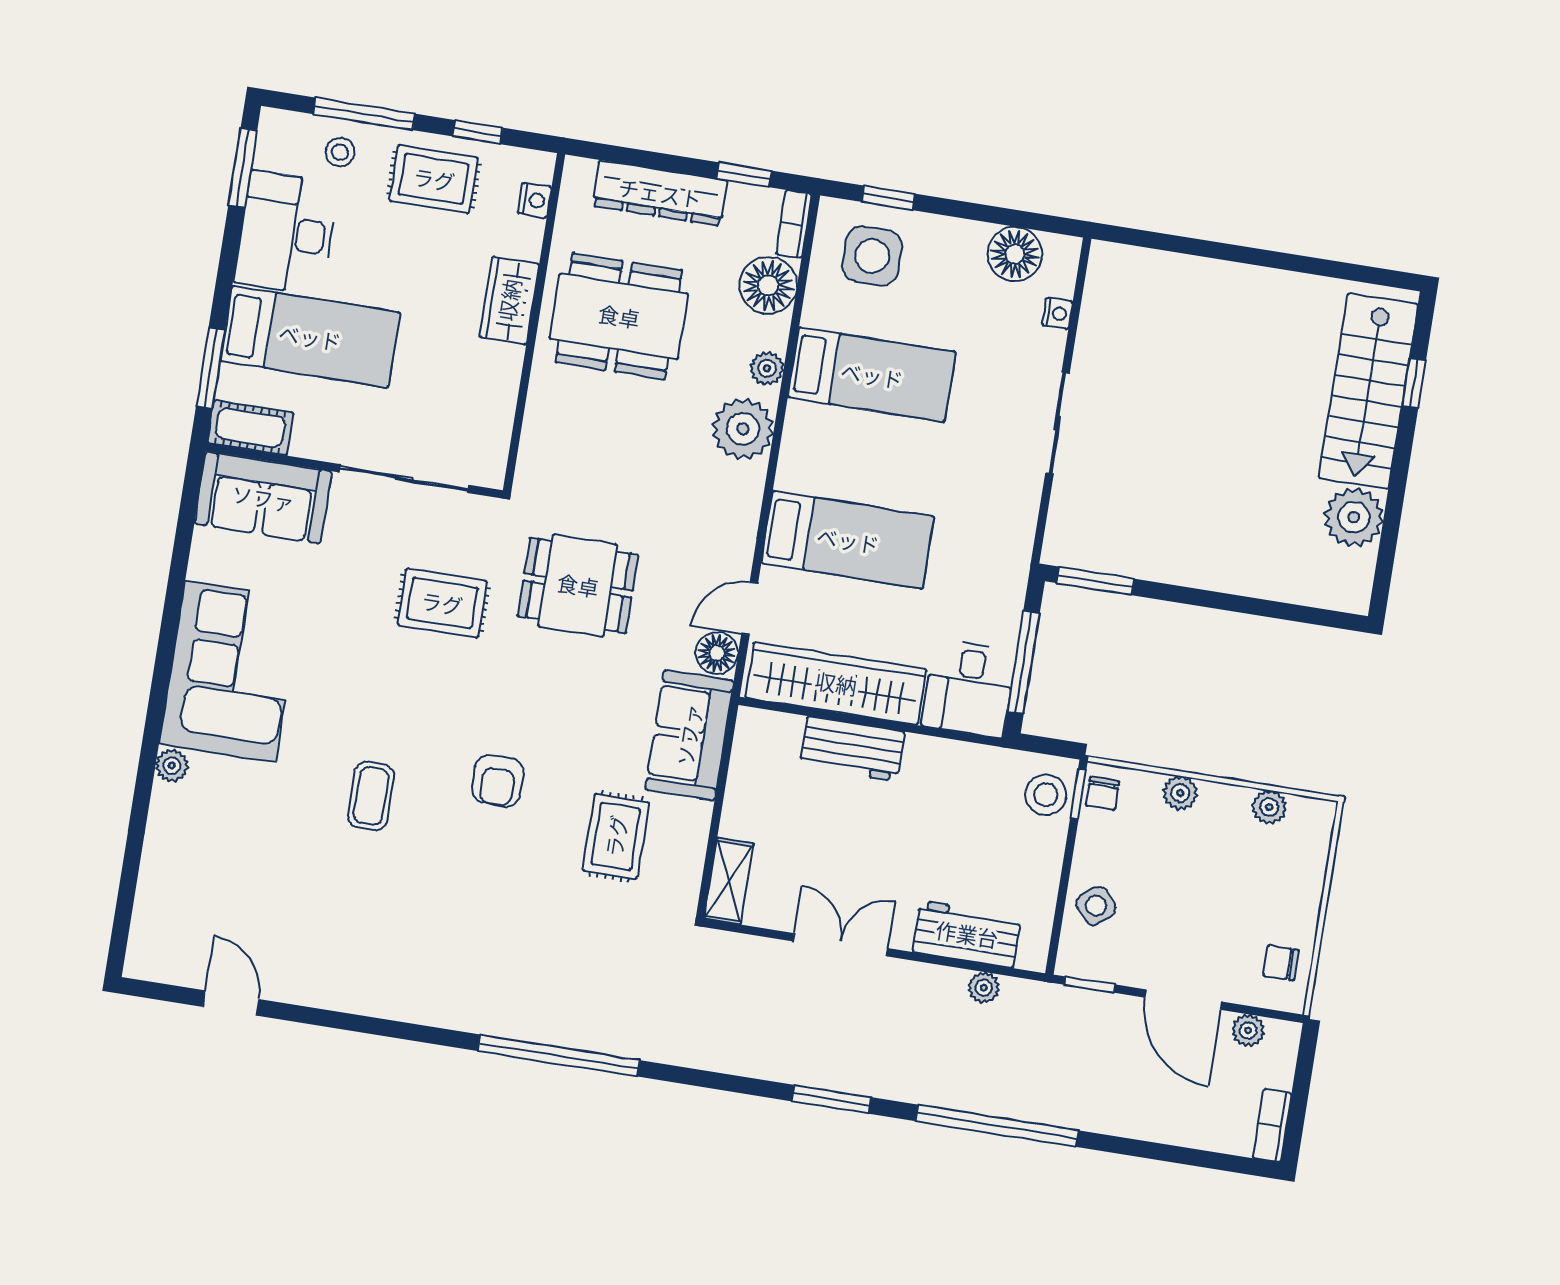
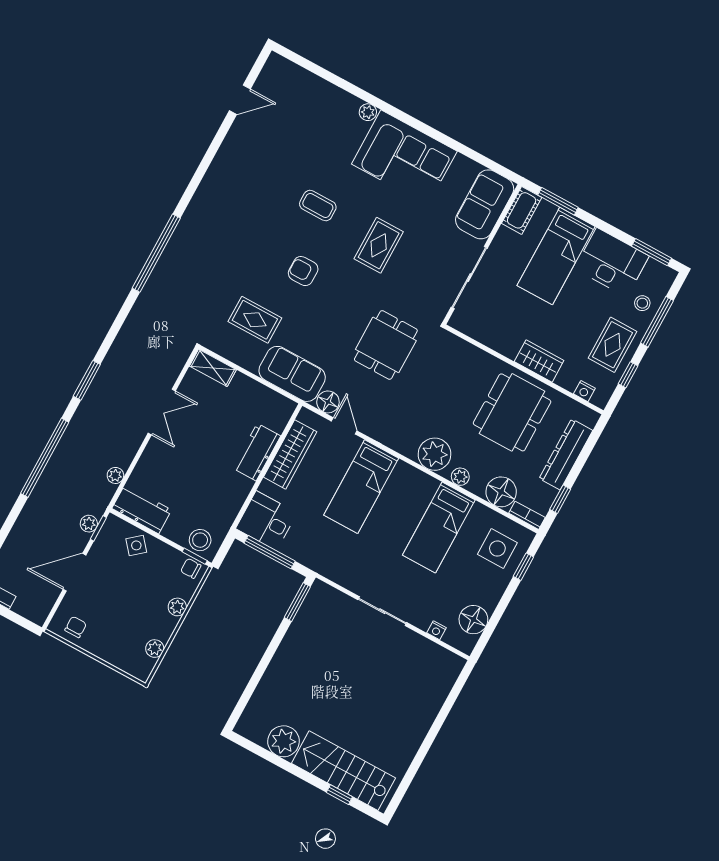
rug: (442, 603) -> (379, 245), moved
wardrobe: (836, 683) -> (290, 454), width x0.71, depth x0.85
workbench: (967, 934) -> (142, 509), moved, turned -90
plant: (1248, 1030) -> (89, 524), moved

